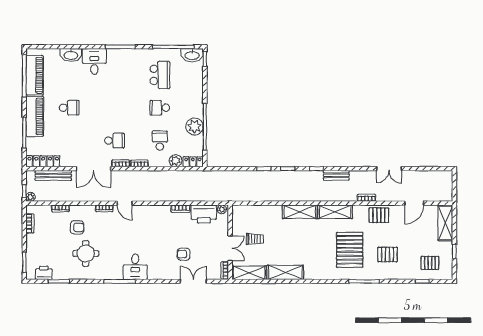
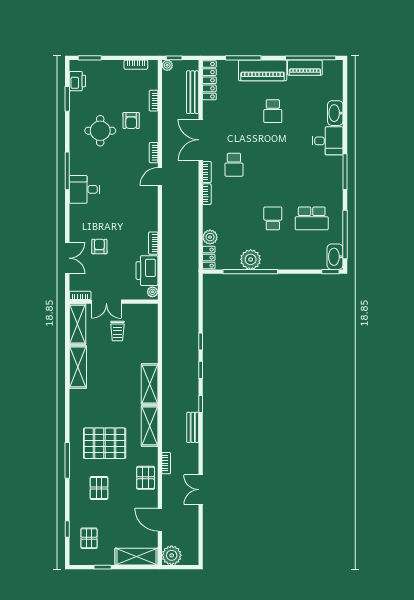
piano: (35, 75) -> (305, 68), width x0.73, depth x0.75
school desk: (160, 141) -> (234, 218), removed
plant: (444, 193) -> (172, 555), added

